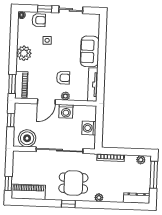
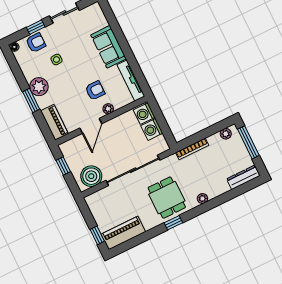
window: (12, 84) -> (31, 100), moved
washing machine: (66, 111) -> (144, 114), moved, turned 90
dining table: (73, 183) -> (167, 198), turned 90

